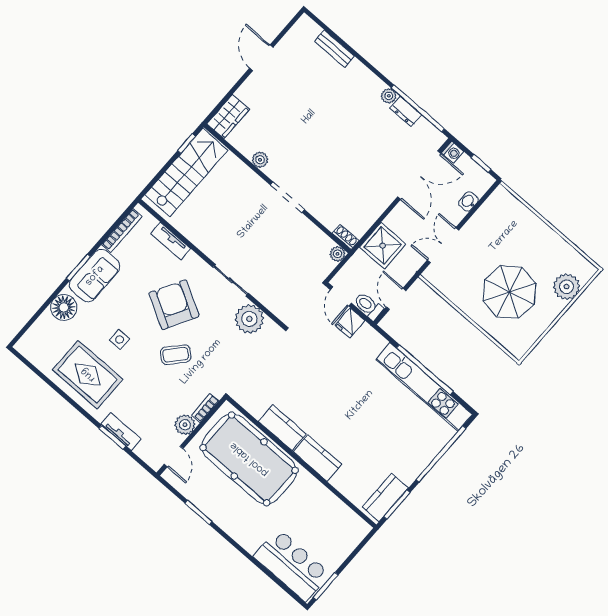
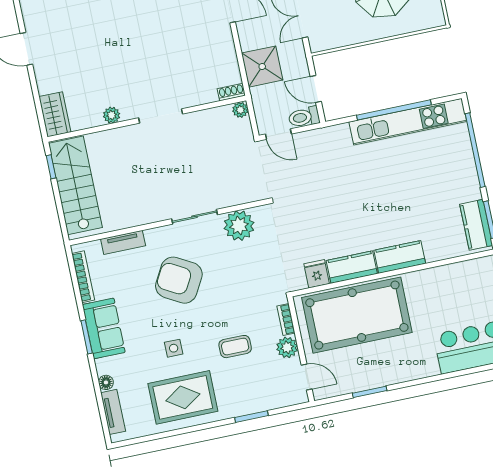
floor lamp: (64, 307) -> (106, 382), width x0.53, depth x0.53
fridge: (350, 323) -> (317, 274), moved, turned 180
coffee table: (176, 355) -> (235, 347), moved, turned 48
tv unit: (121, 431) -> (113, 412), moved, turned 90

